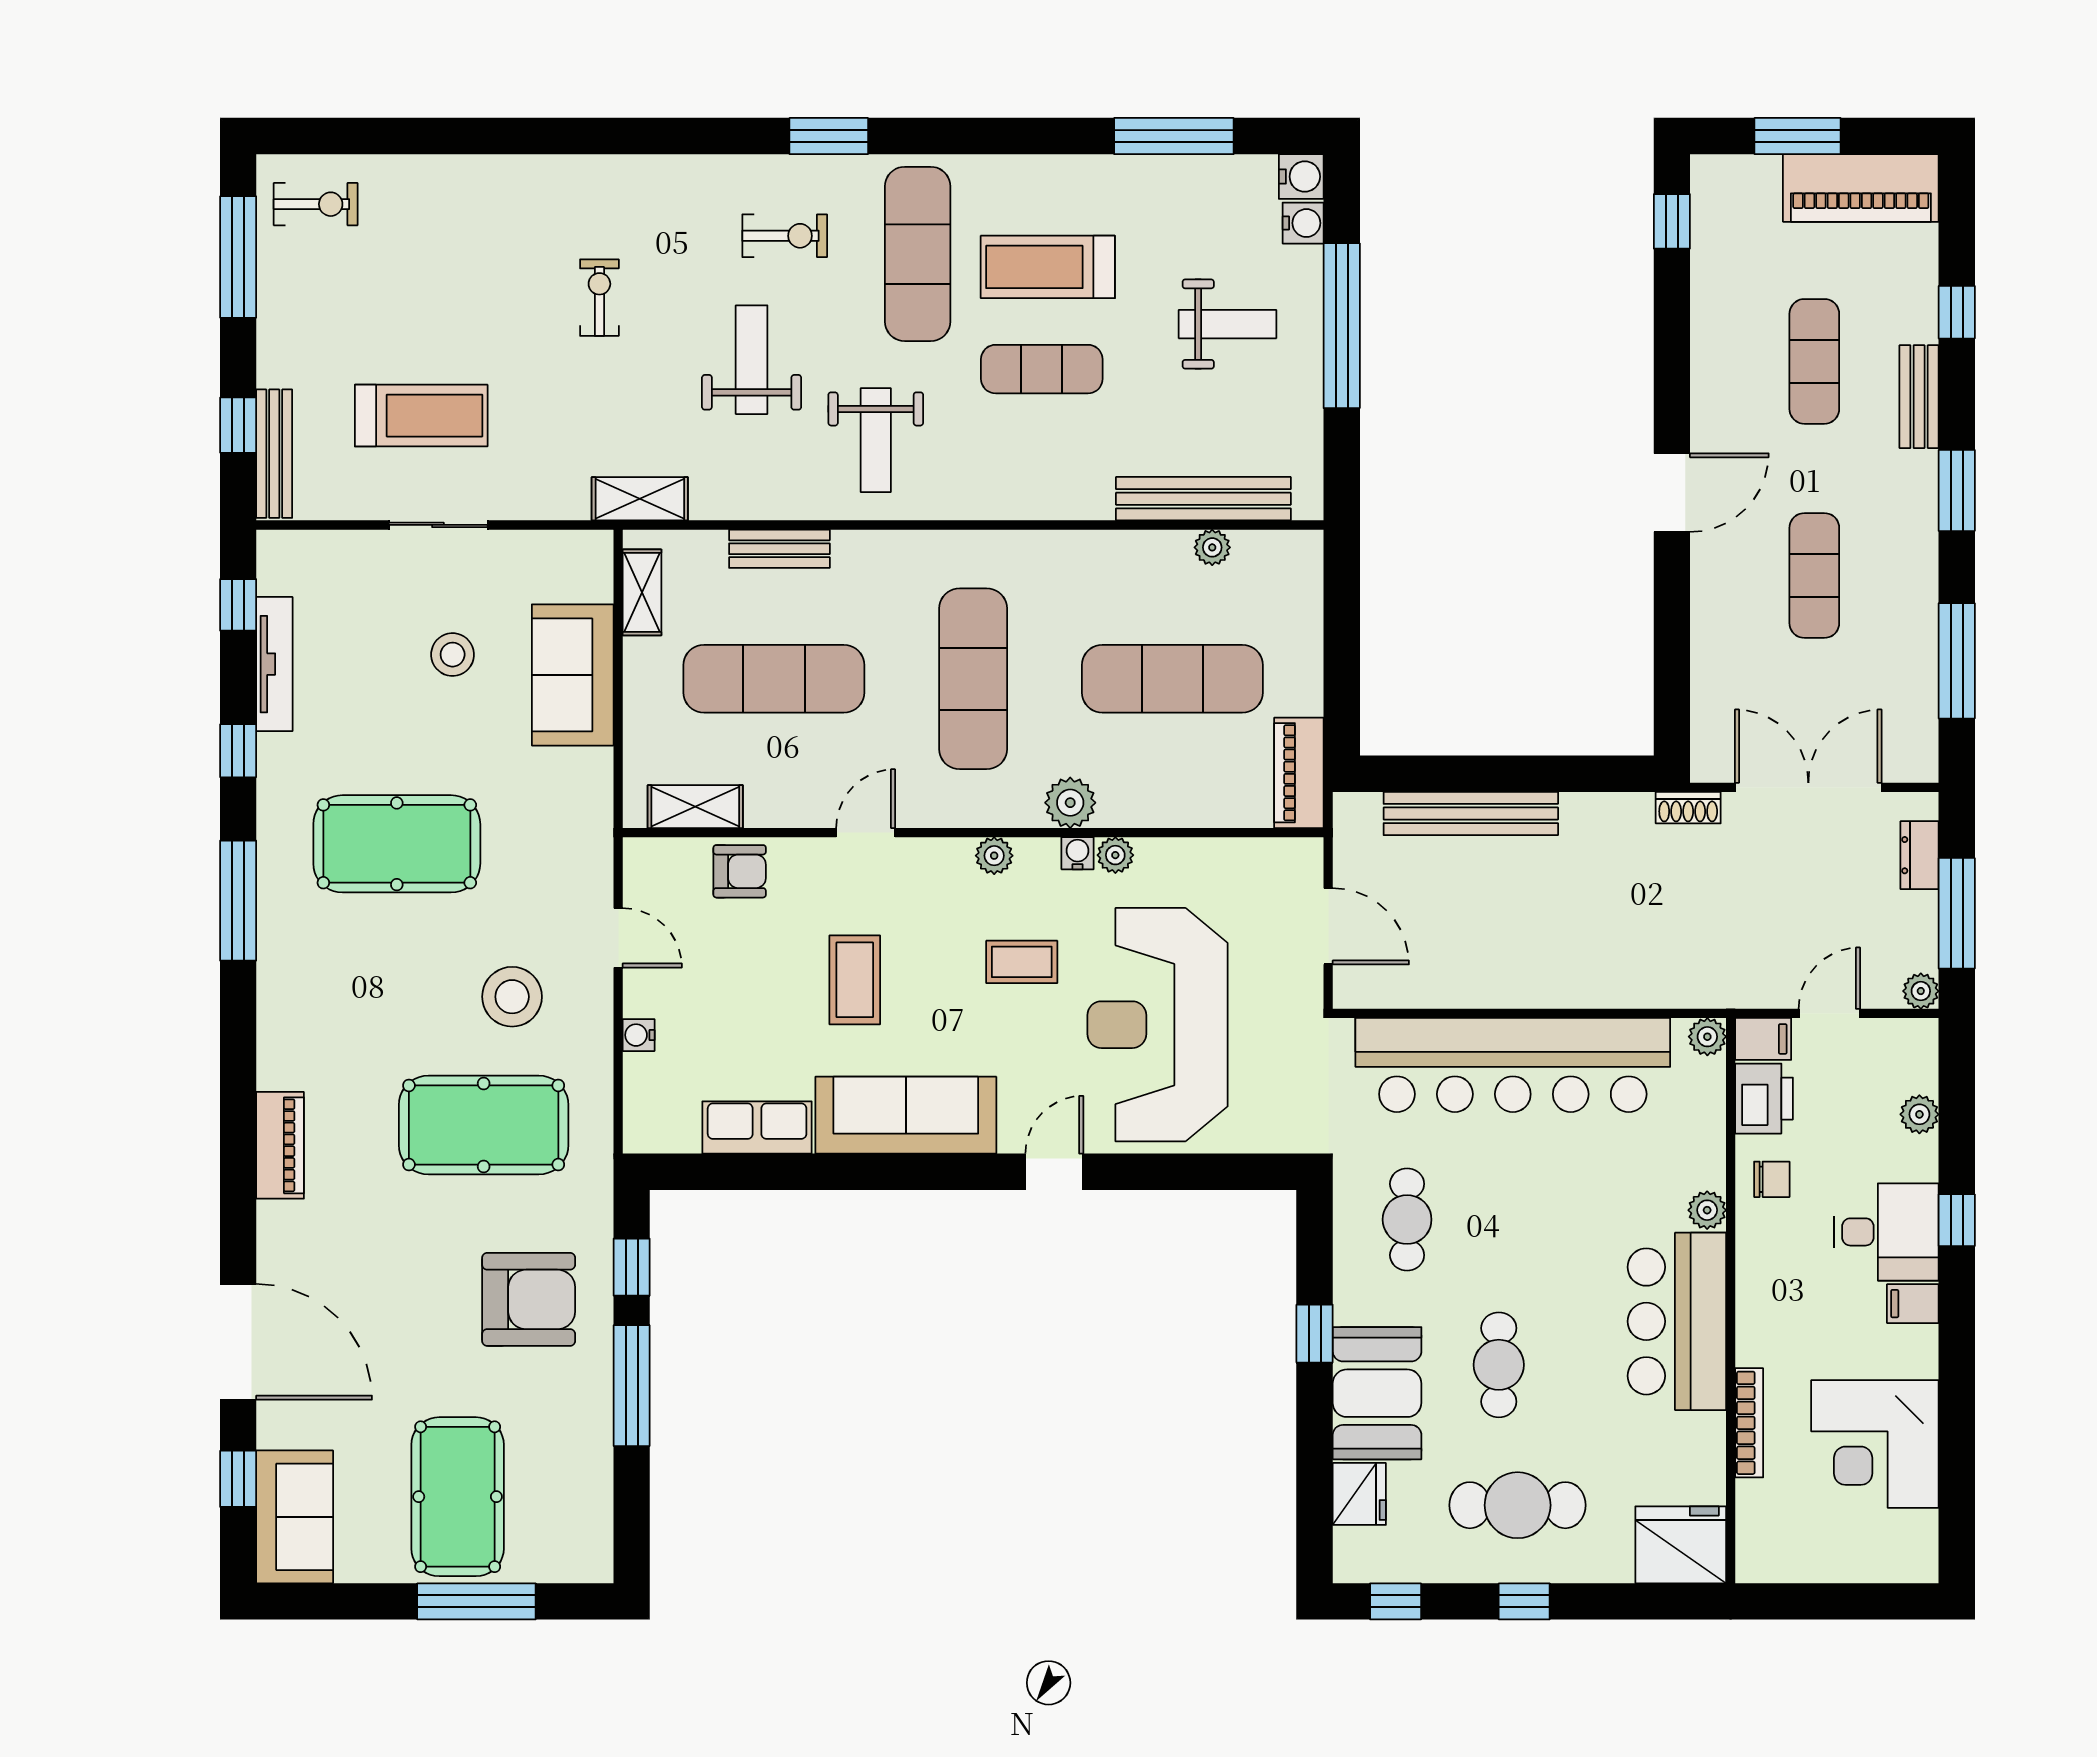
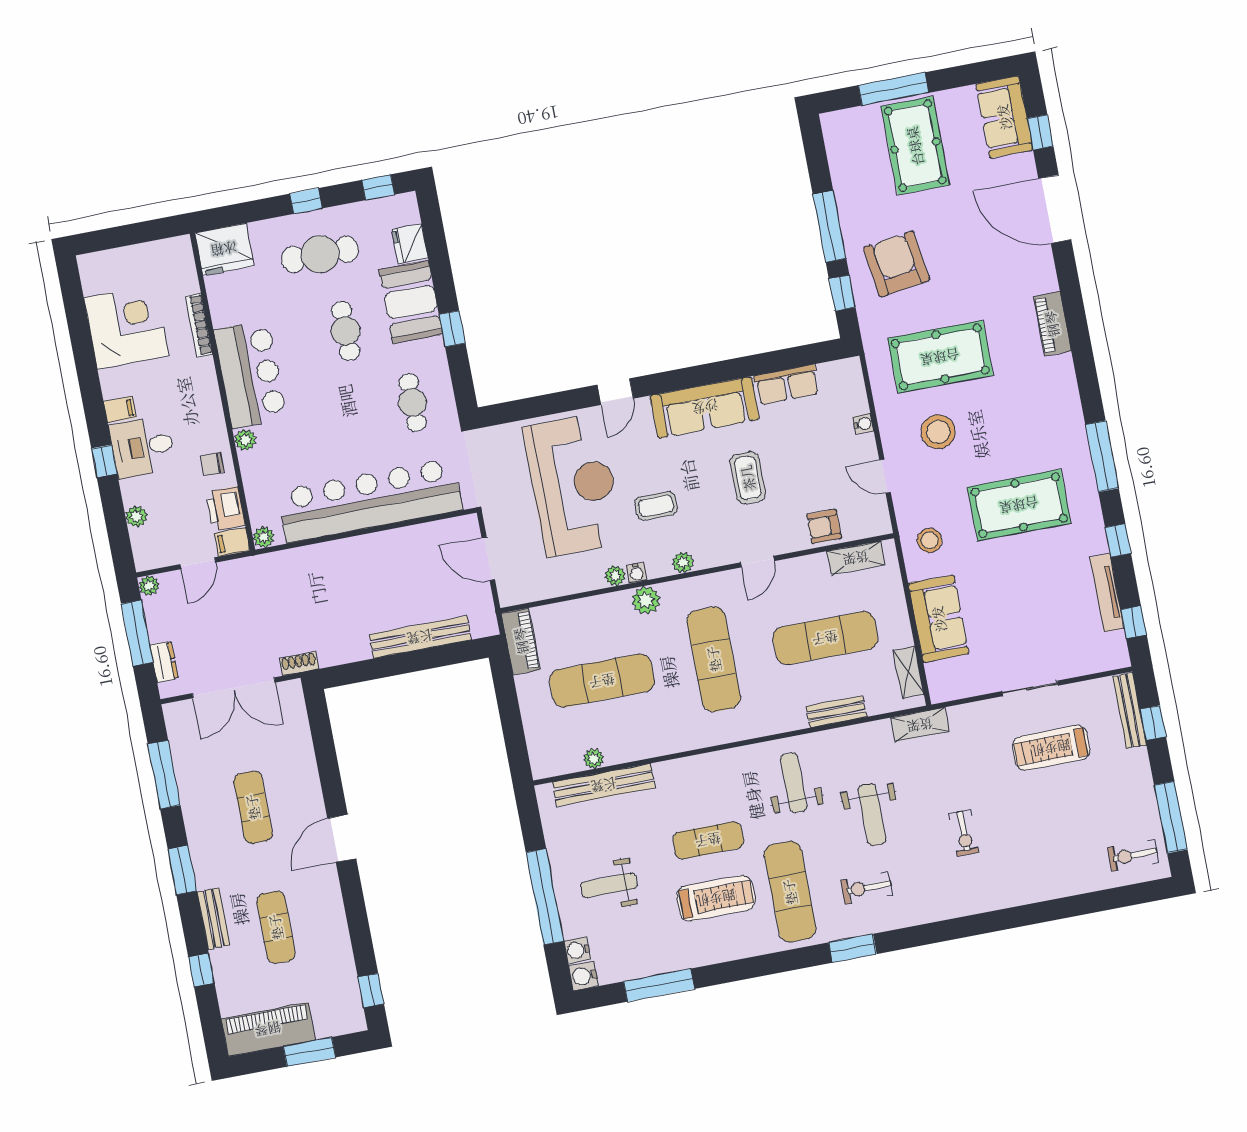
stool: (453, 655) -> (930, 540), moved
armchair: (529, 1299) -> (896, 264), turned 82

